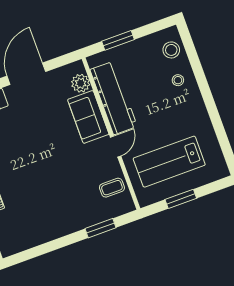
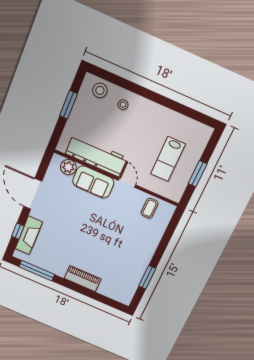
window: (118, 40) -> (69, 105), moved
lab bench: (169, 162) -> (168, 159), width x0.73, depth x0.72
window: (100, 228) -> (147, 277), moved

